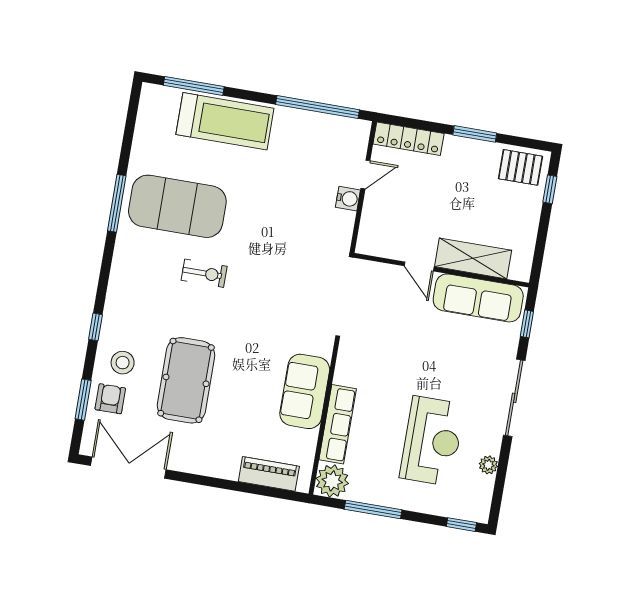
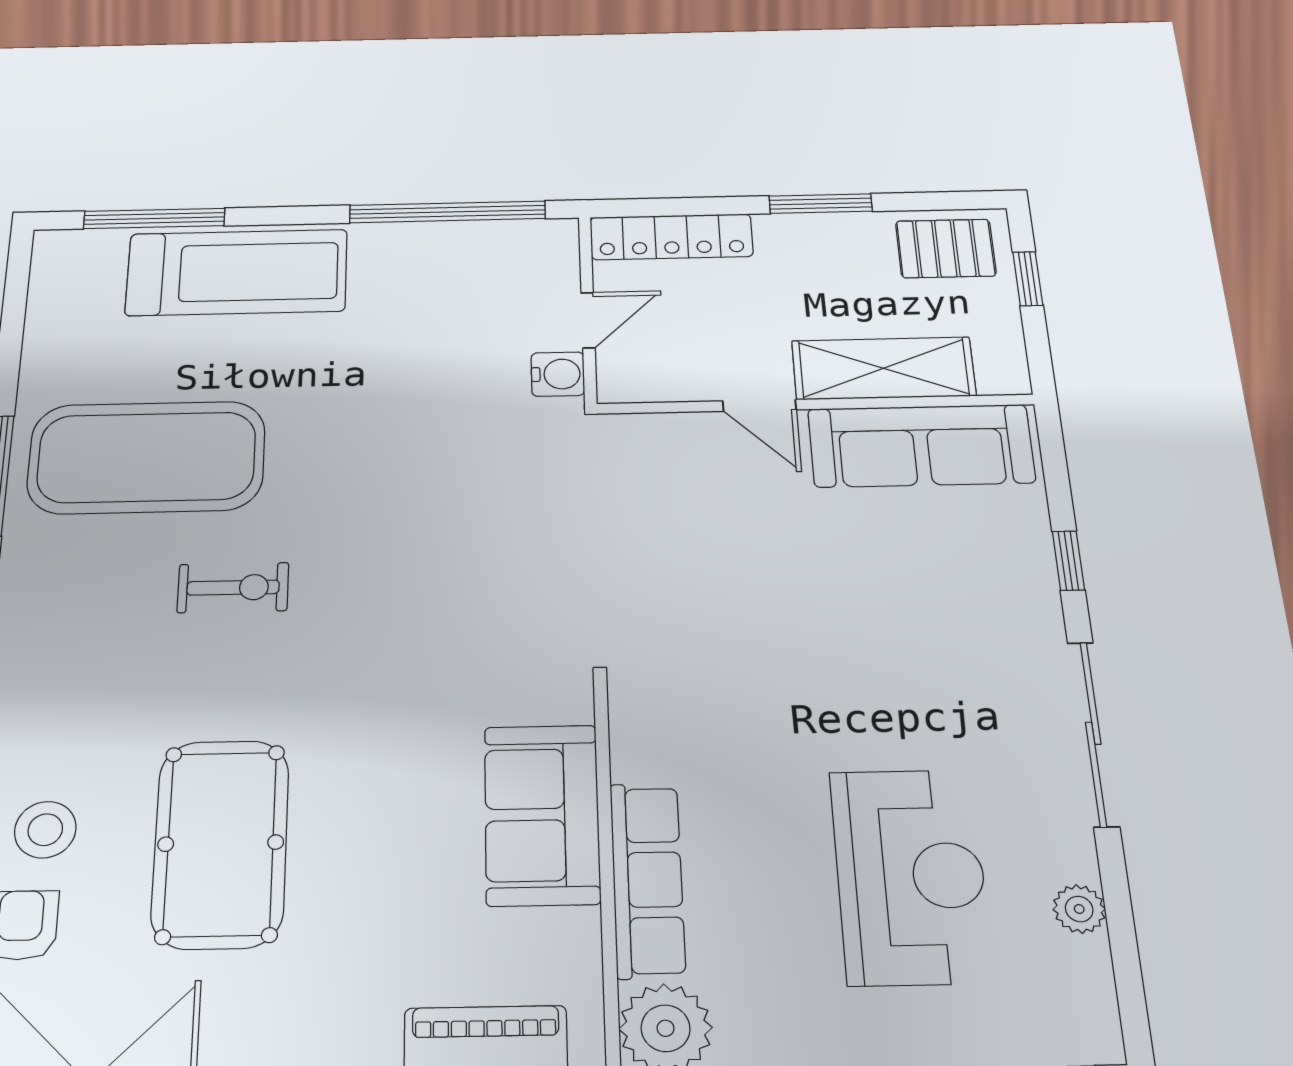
shelving: (473, 258) -> (884, 368), moved
door: (419, 266) -> (759, 405), moved
wall: (441, 270) -> (815, 404), moved
sofa: (478, 298) -> (921, 446), moved

